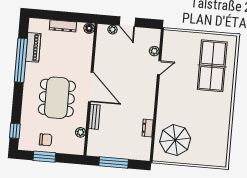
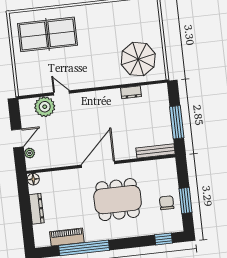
plant: (154, 51) -> (45, 107), width x1.88, depth x1.88
bench: (94, 117) -> (156, 151), moved, width x1.36
plant: (81, 132) -> (151, 166), removed

